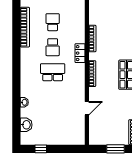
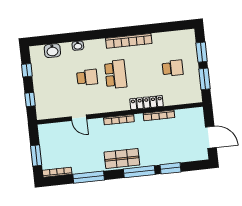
bookcase: (25, 27) -> (129, 41), moved
school desk: (53, 47) -> (87, 77), moved, turned 180
locker: (80, 53) -> (147, 103), width x1.53
window: (66, 149) -> (30, 99), added

